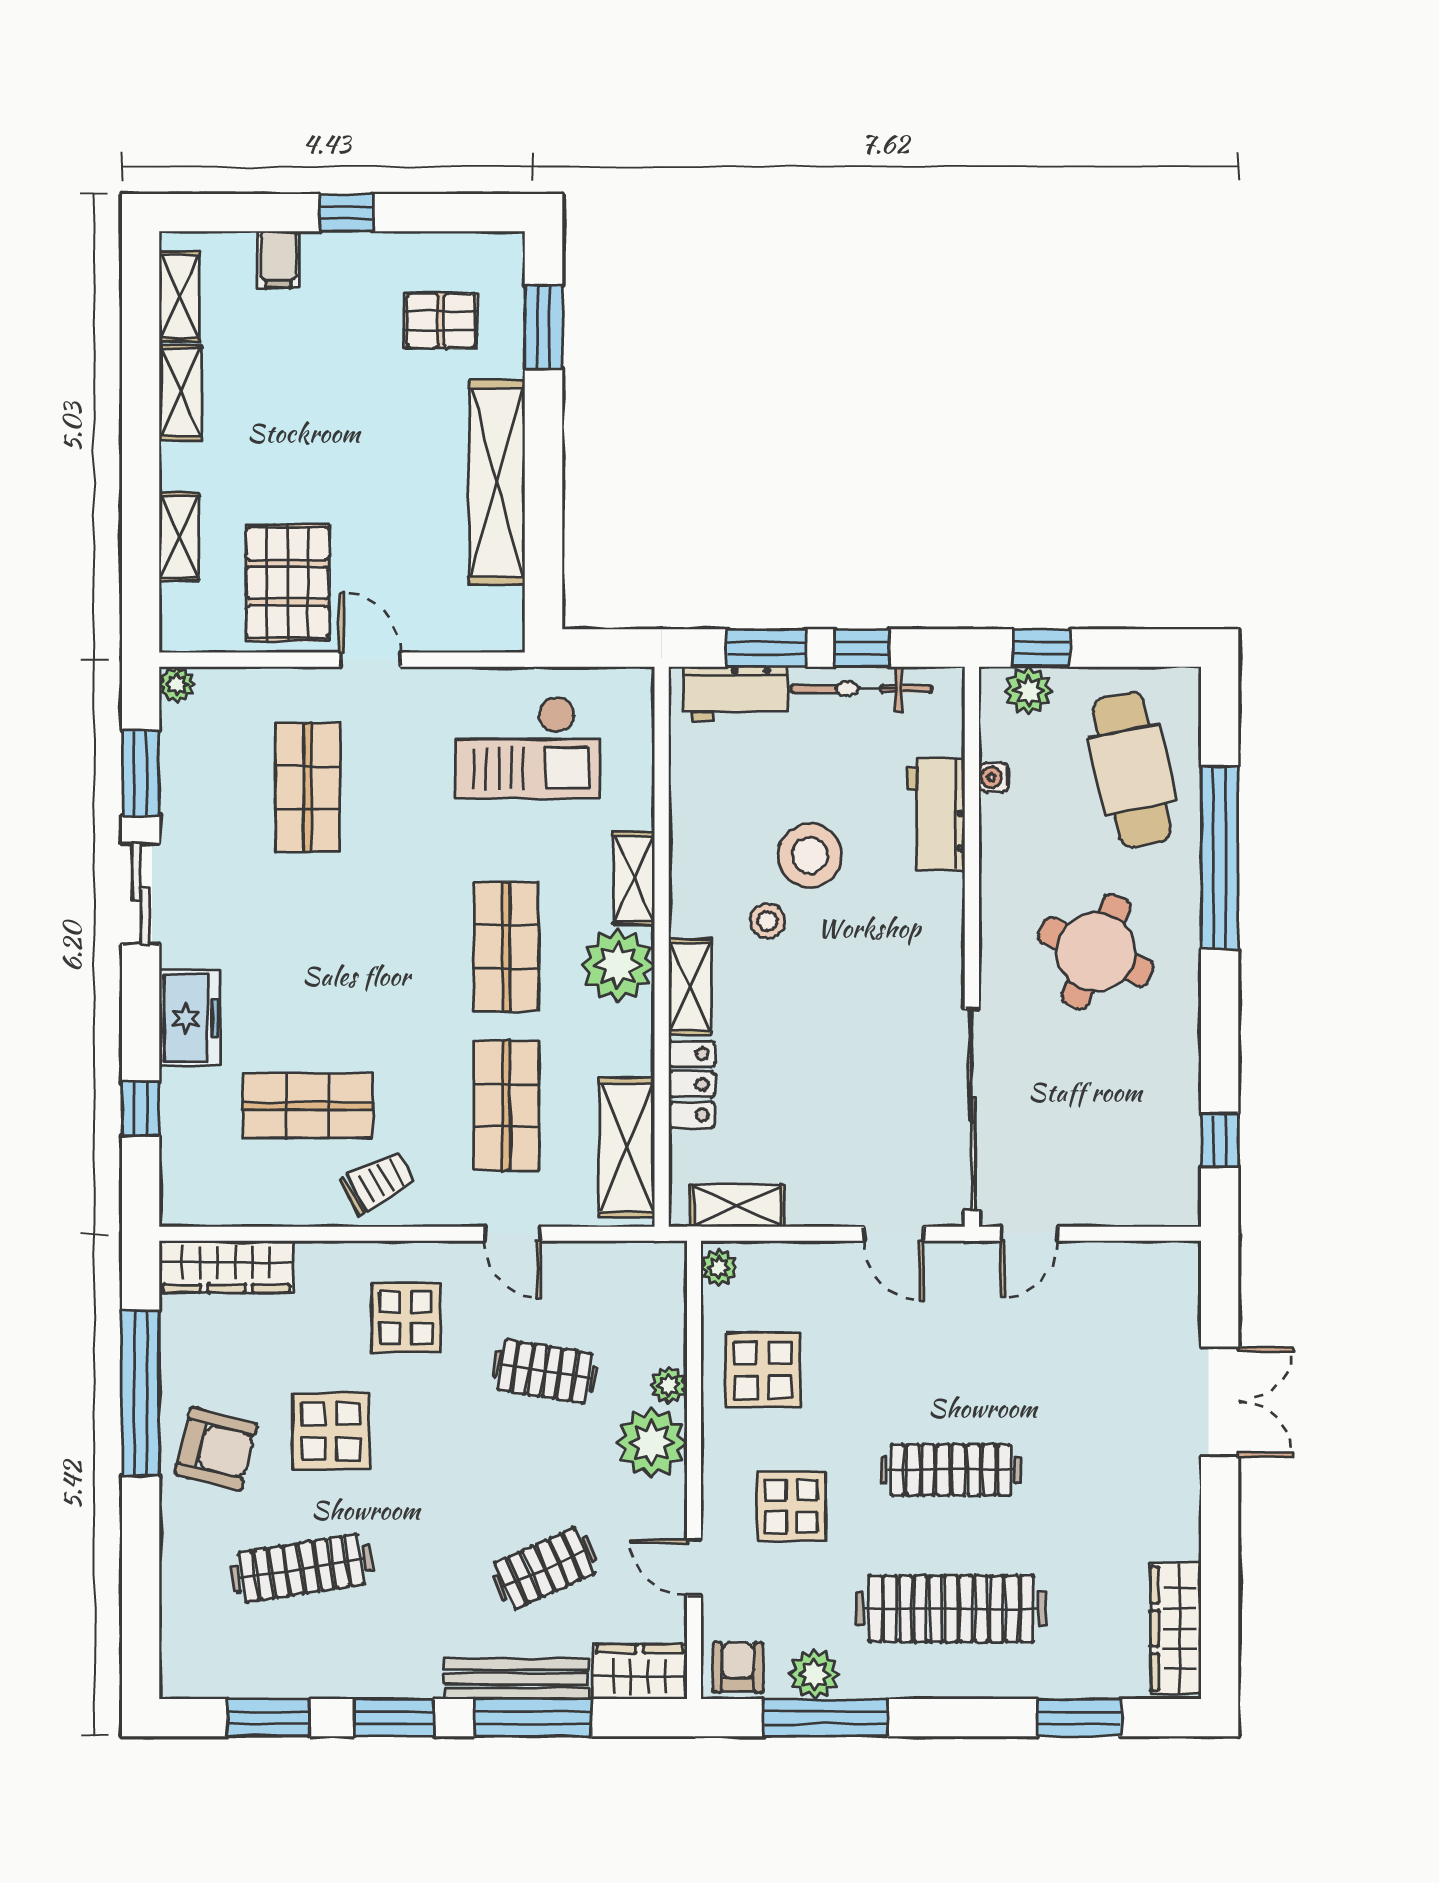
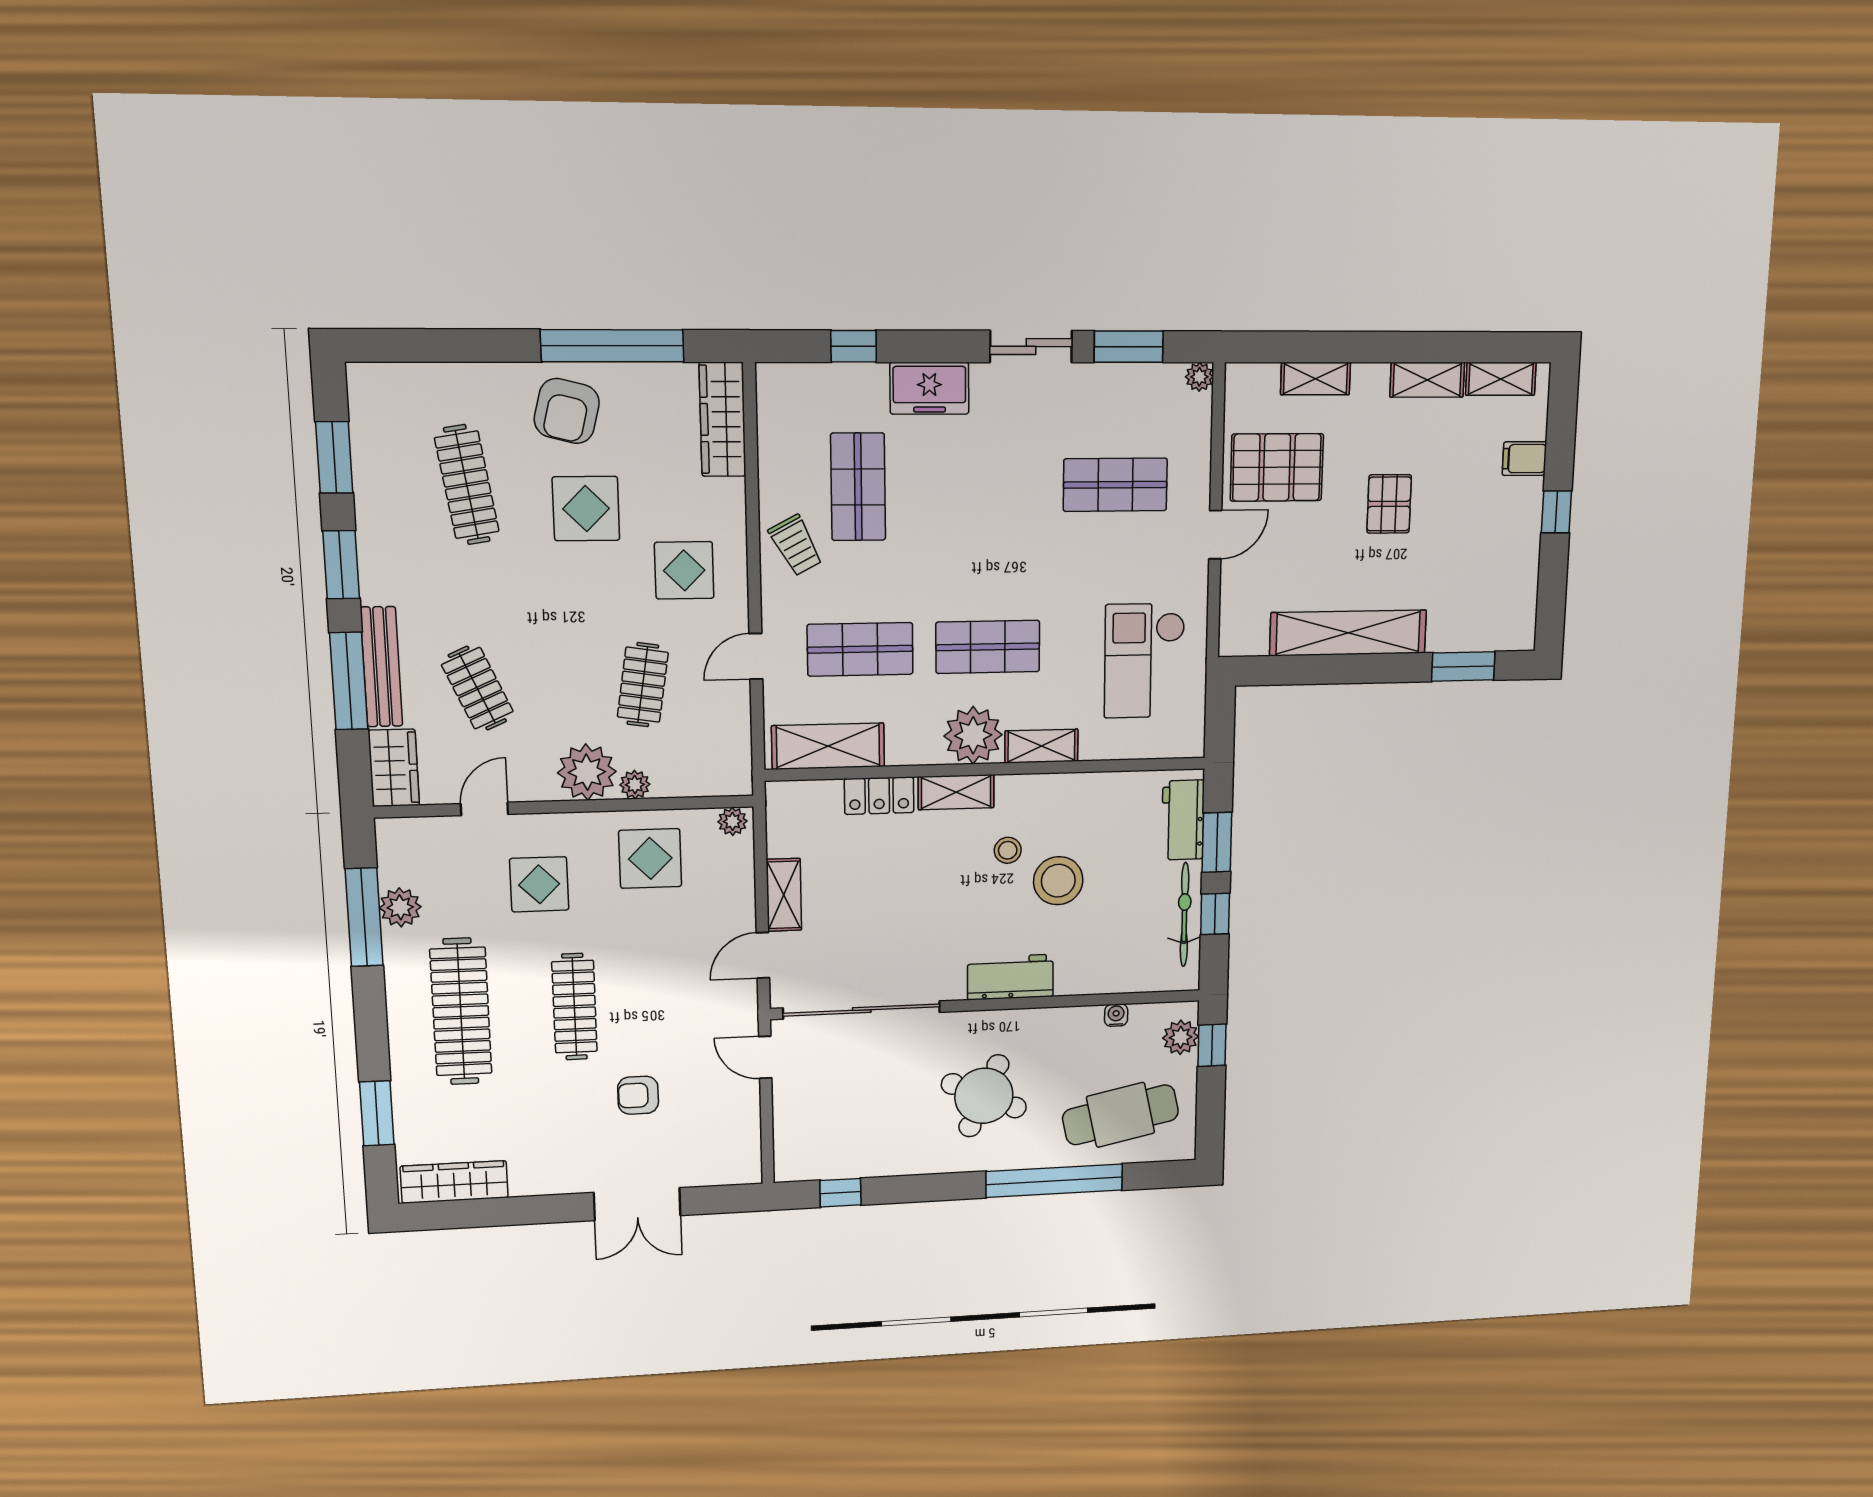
pallet: (441, 321) -> (1389, 504), moved
workbench: (936, 814) -> (1010, 977), moved
shelving: (737, 1206) -> (784, 895), moved
armchair: (738, 1667) -> (638, 1095), moved, turned 180

